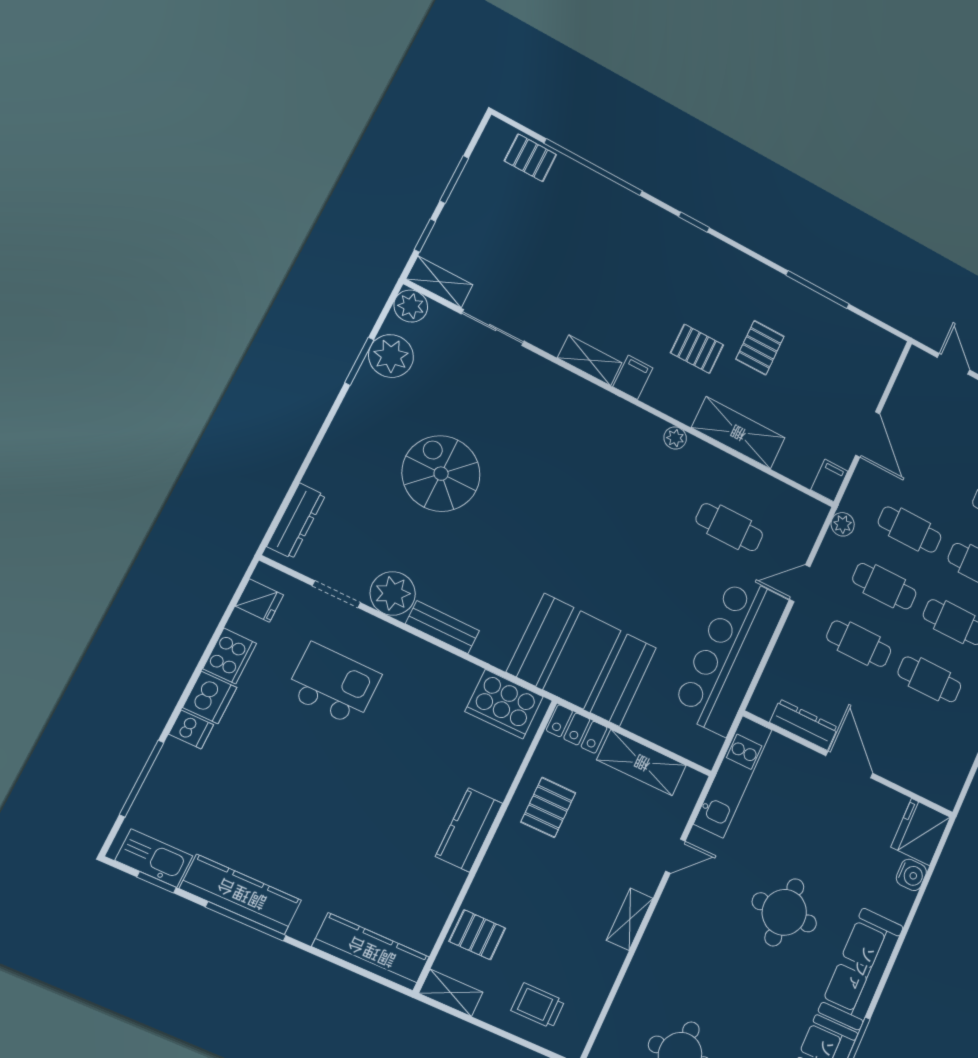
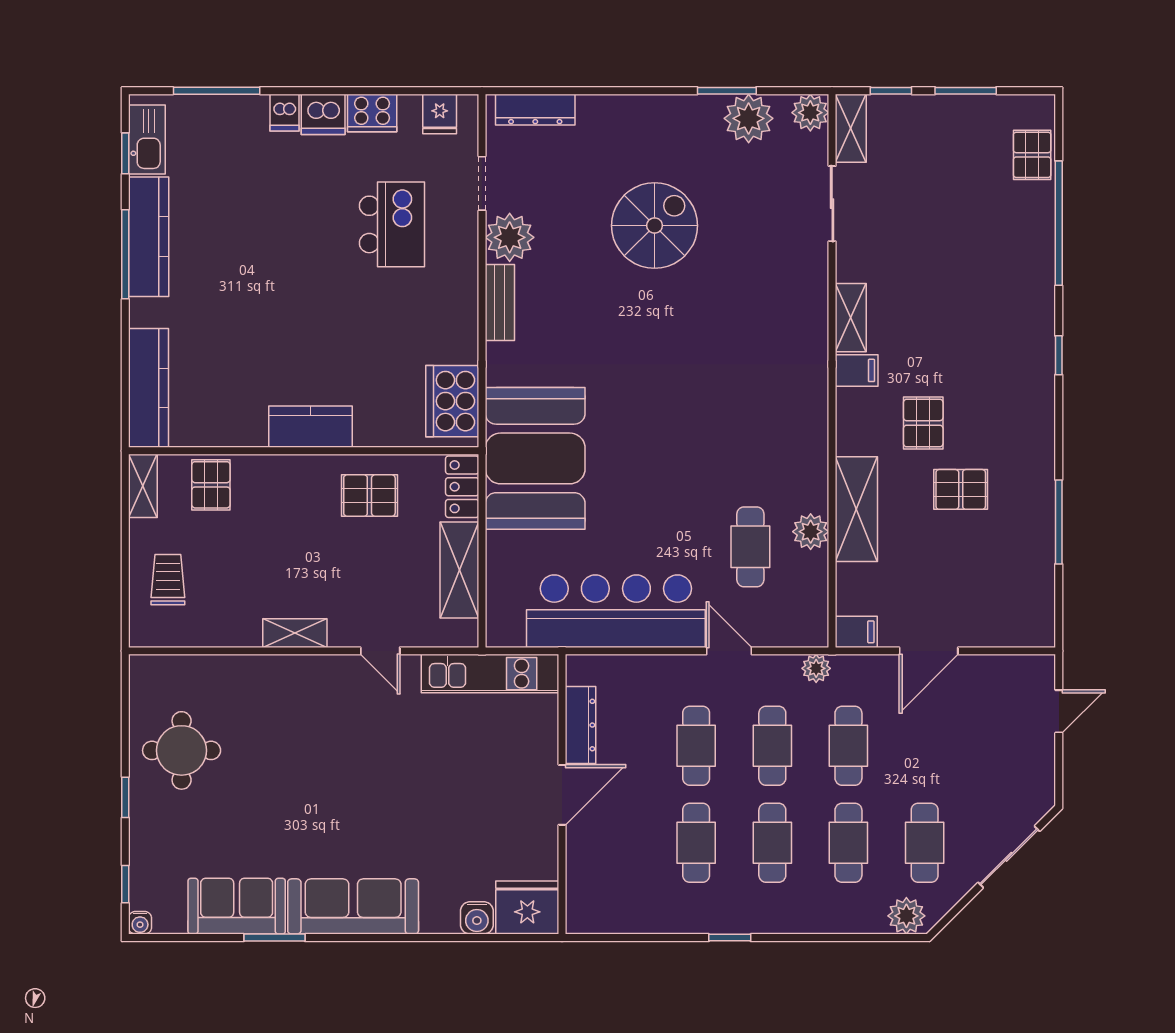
plant: (675, 438) -> (811, 532), moved, width x1.38, depth x1.38
round table: (784, 912) -> (375, 795), removed

